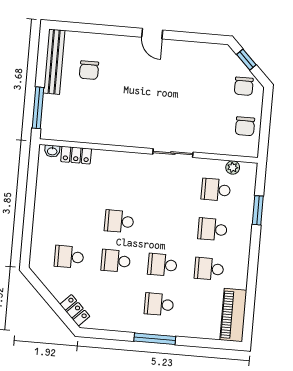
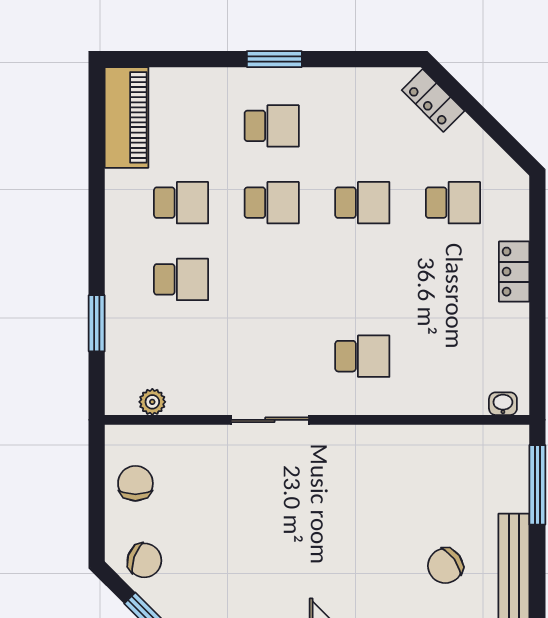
chair: (89, 70) -> (445, 566), turned -126
chair: (244, 86) -> (144, 560), turned 109
locker: (76, 155) -> (514, 272), moved, turned -90
school desk: (216, 190) -> (181, 356), removed
school desk: (119, 221) -> (362, 356), moved
window: (155, 339) -> (274, 59), width x0.69

